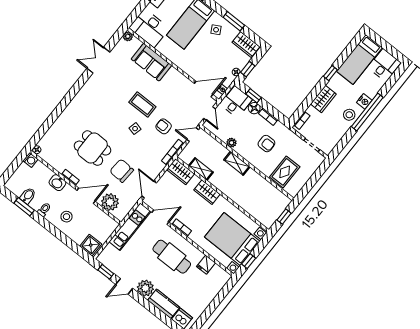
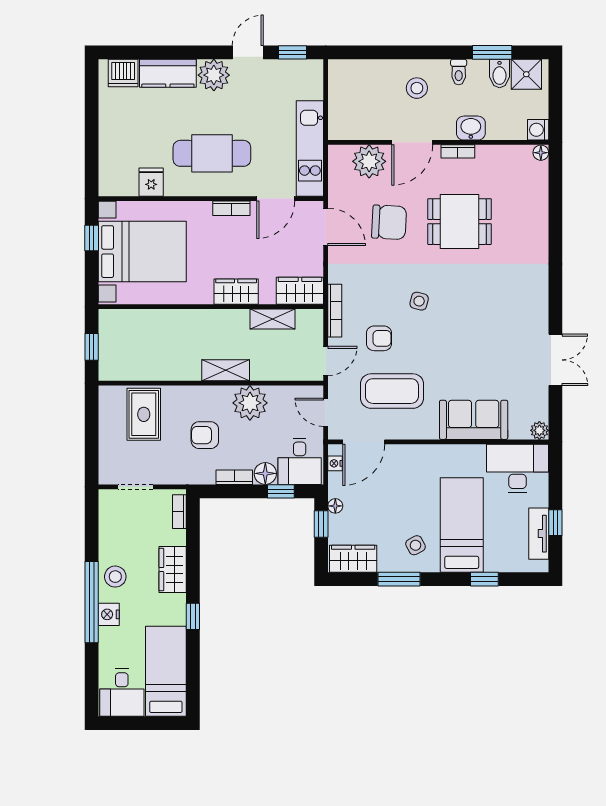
coffee table: (142, 105) -> (392, 391), moved, width x1.36, depth x1.32
plant: (231, 143) -> (250, 403), width x1.87, depth x1.87
shower: (91, 245) -> (526, 74), moved

